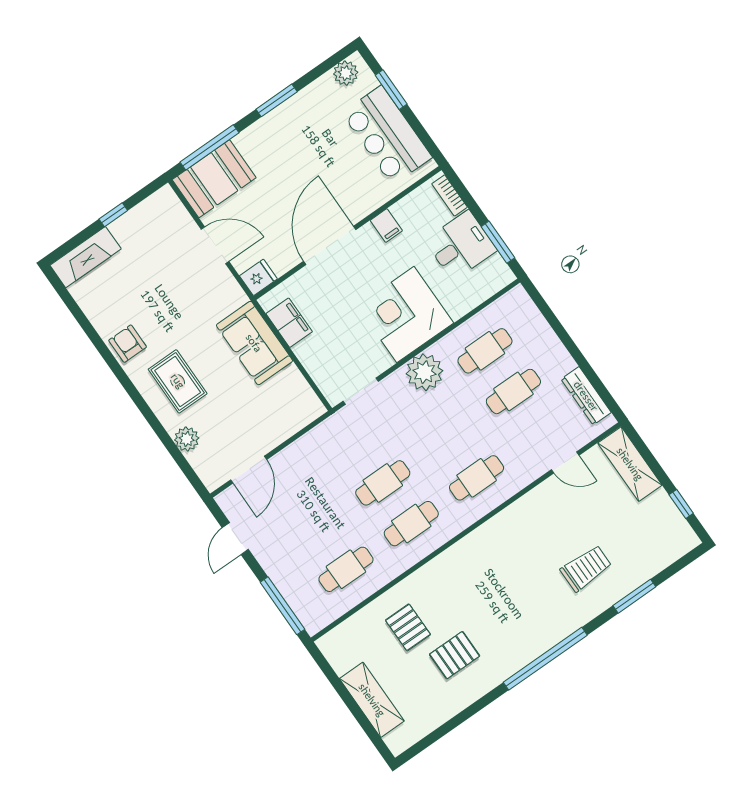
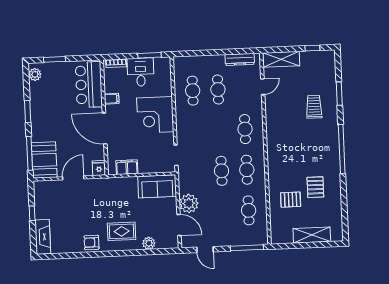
bar counter: (387, 135) -> (89, 85), moved, turned 90
sofa: (254, 343) -> (157, 186), moved
plant: (424, 372) -> (189, 203), moved

